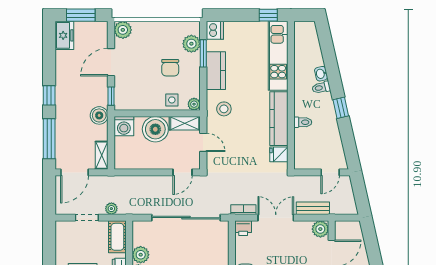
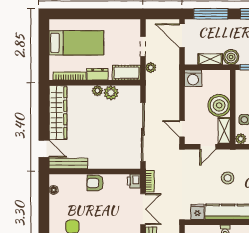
stool: (224, 109) -> (228, 178), moved
washing machine: (124, 126) -> (193, 78), moved, turned -90
shelving: (102, 155) -> (210, 59), moved

